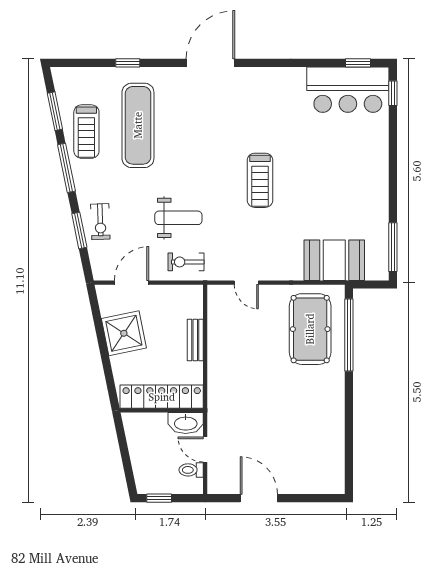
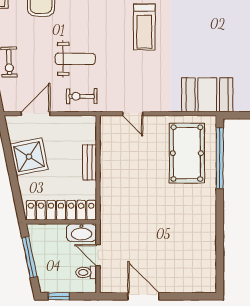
window: (124, 452) -> (30, 257), added

